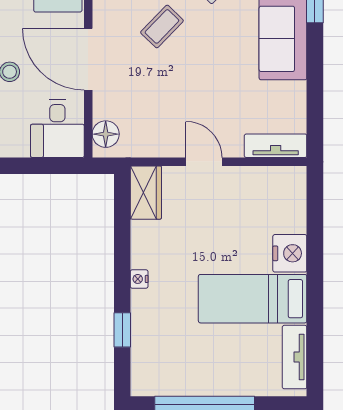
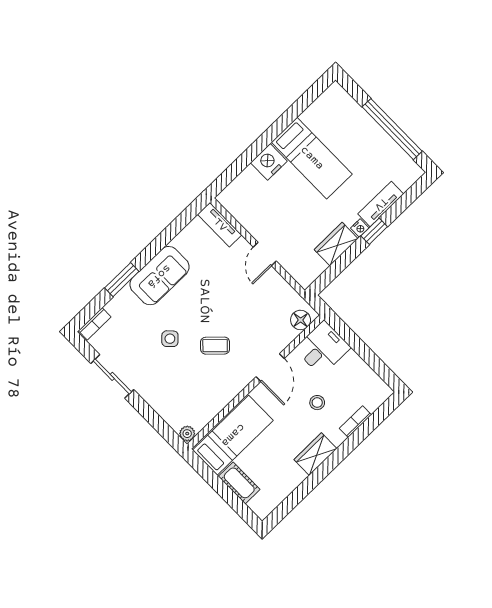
door: (88, 59) -> (270, 368), width x0.73
wardrobe: (146, 193) -> (336, 244), moved
window: (122, 330) -> (374, 231), moved
tv unit: (295, 357) -> (381, 204), moved, turned 180

